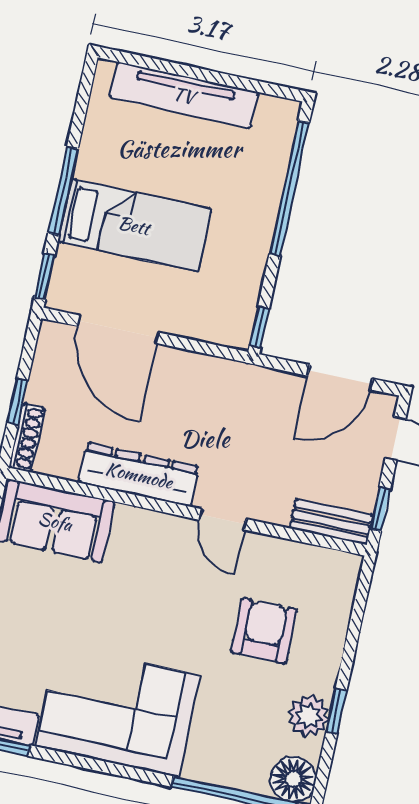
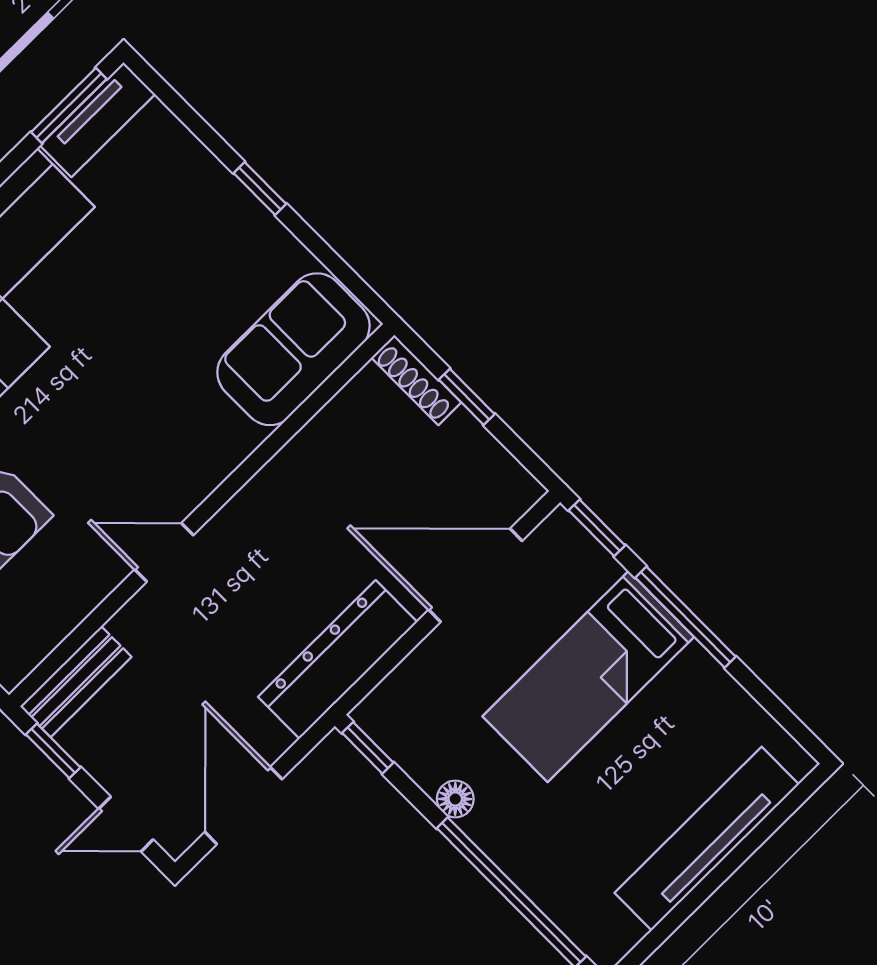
floor lamp: (256, 256) -> (455, 799), added
dresser: (139, 475) -> (338, 659), moved, turned 180

